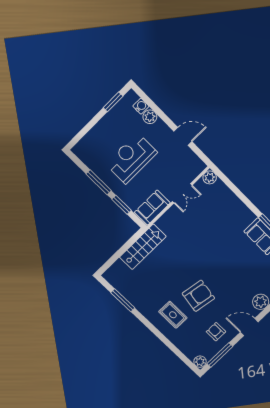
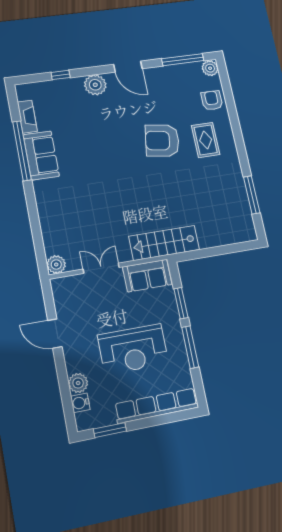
row of seats: (95, 134) -> (157, 406), added
stairs: (143, 247) -> (164, 243), moved
armchair: (216, 332) -> (212, 100), moved, turned 180

